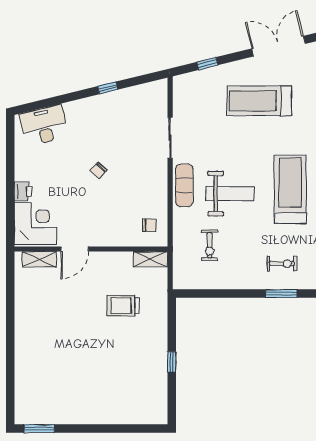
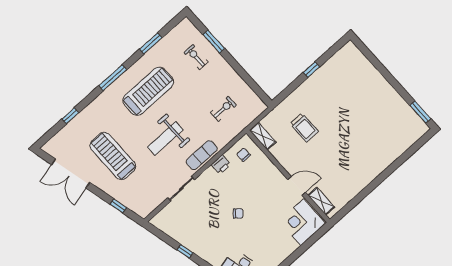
treadmill: (259, 101) -> (113, 156), turned 180
treadmill: (290, 189) -> (148, 91), turned 180
printer: (23, 191) -> (221, 164), moved, turned 180
weight bench: (230, 194) -> (165, 138), moved, turned -90

